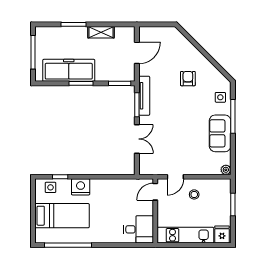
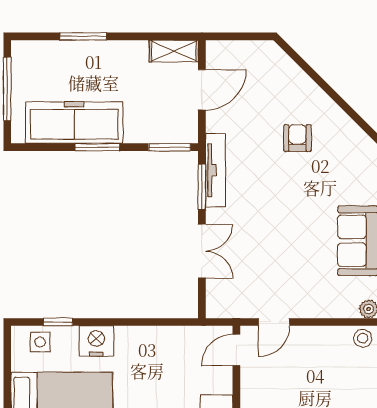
shelving: (101, 32) -> (174, 51), moved
side table: (220, 97) -> (358, 173), removed
stool: (194, 194) -> (363, 338), moved

